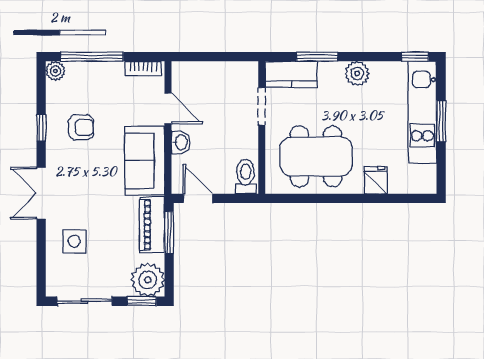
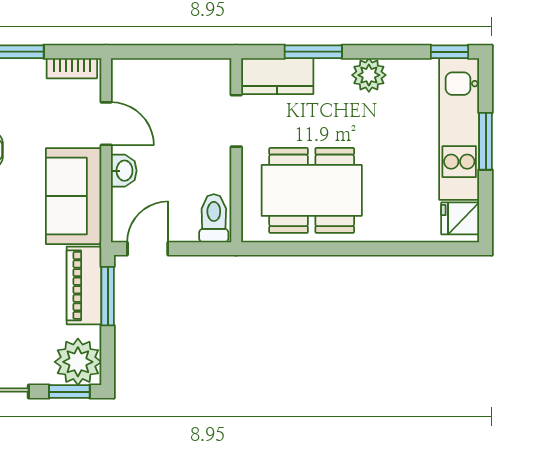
fridge: (376, 180) -> (460, 218), moved, turned -90
door: (198, 198) -> (148, 249), hinge flipped

